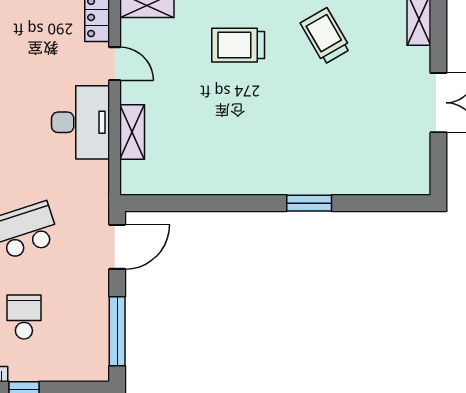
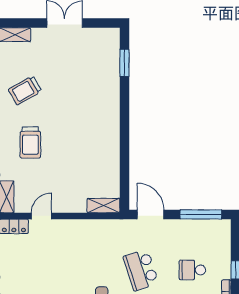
desk: (81, 122) -> (76, 236), removed
shelving: (132, 132) -> (103, 206), moved
window: (309, 203) -> (124, 63), moved

